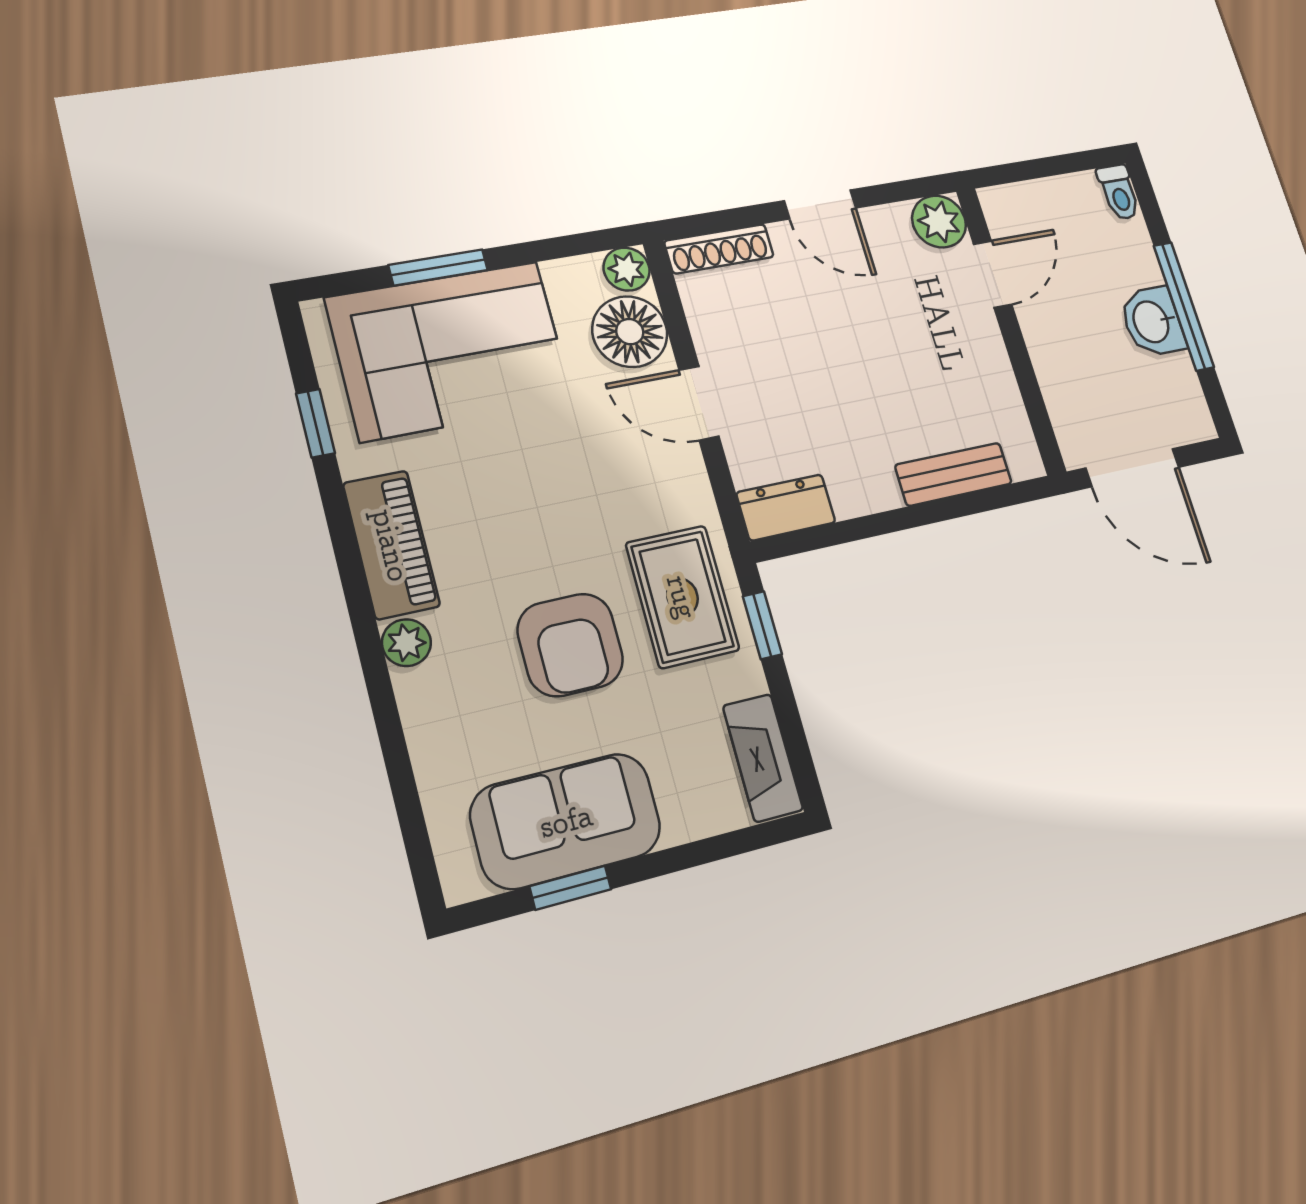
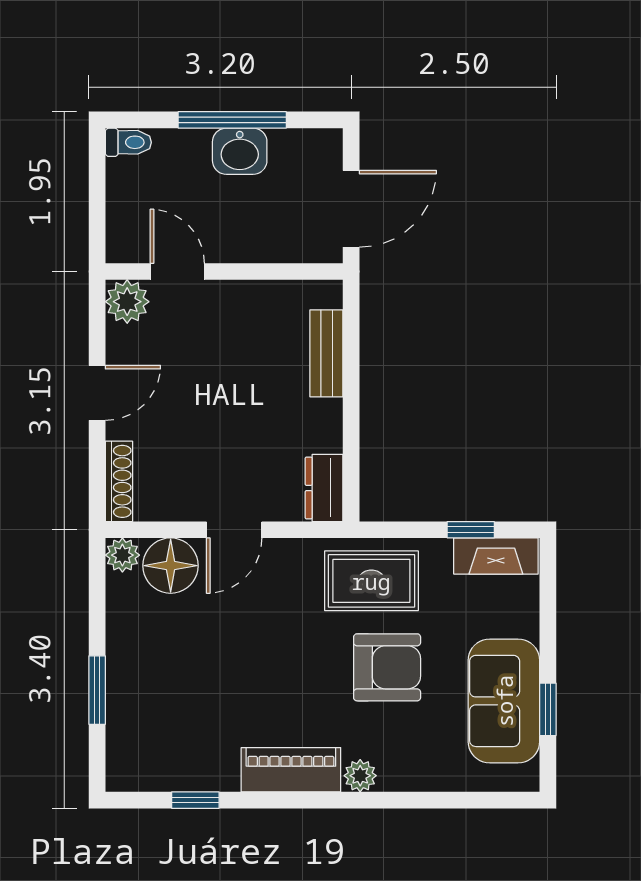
corner sofa: (450, 350) -> (160, 697), removed
window: (762, 625) -> (471, 530), moved

